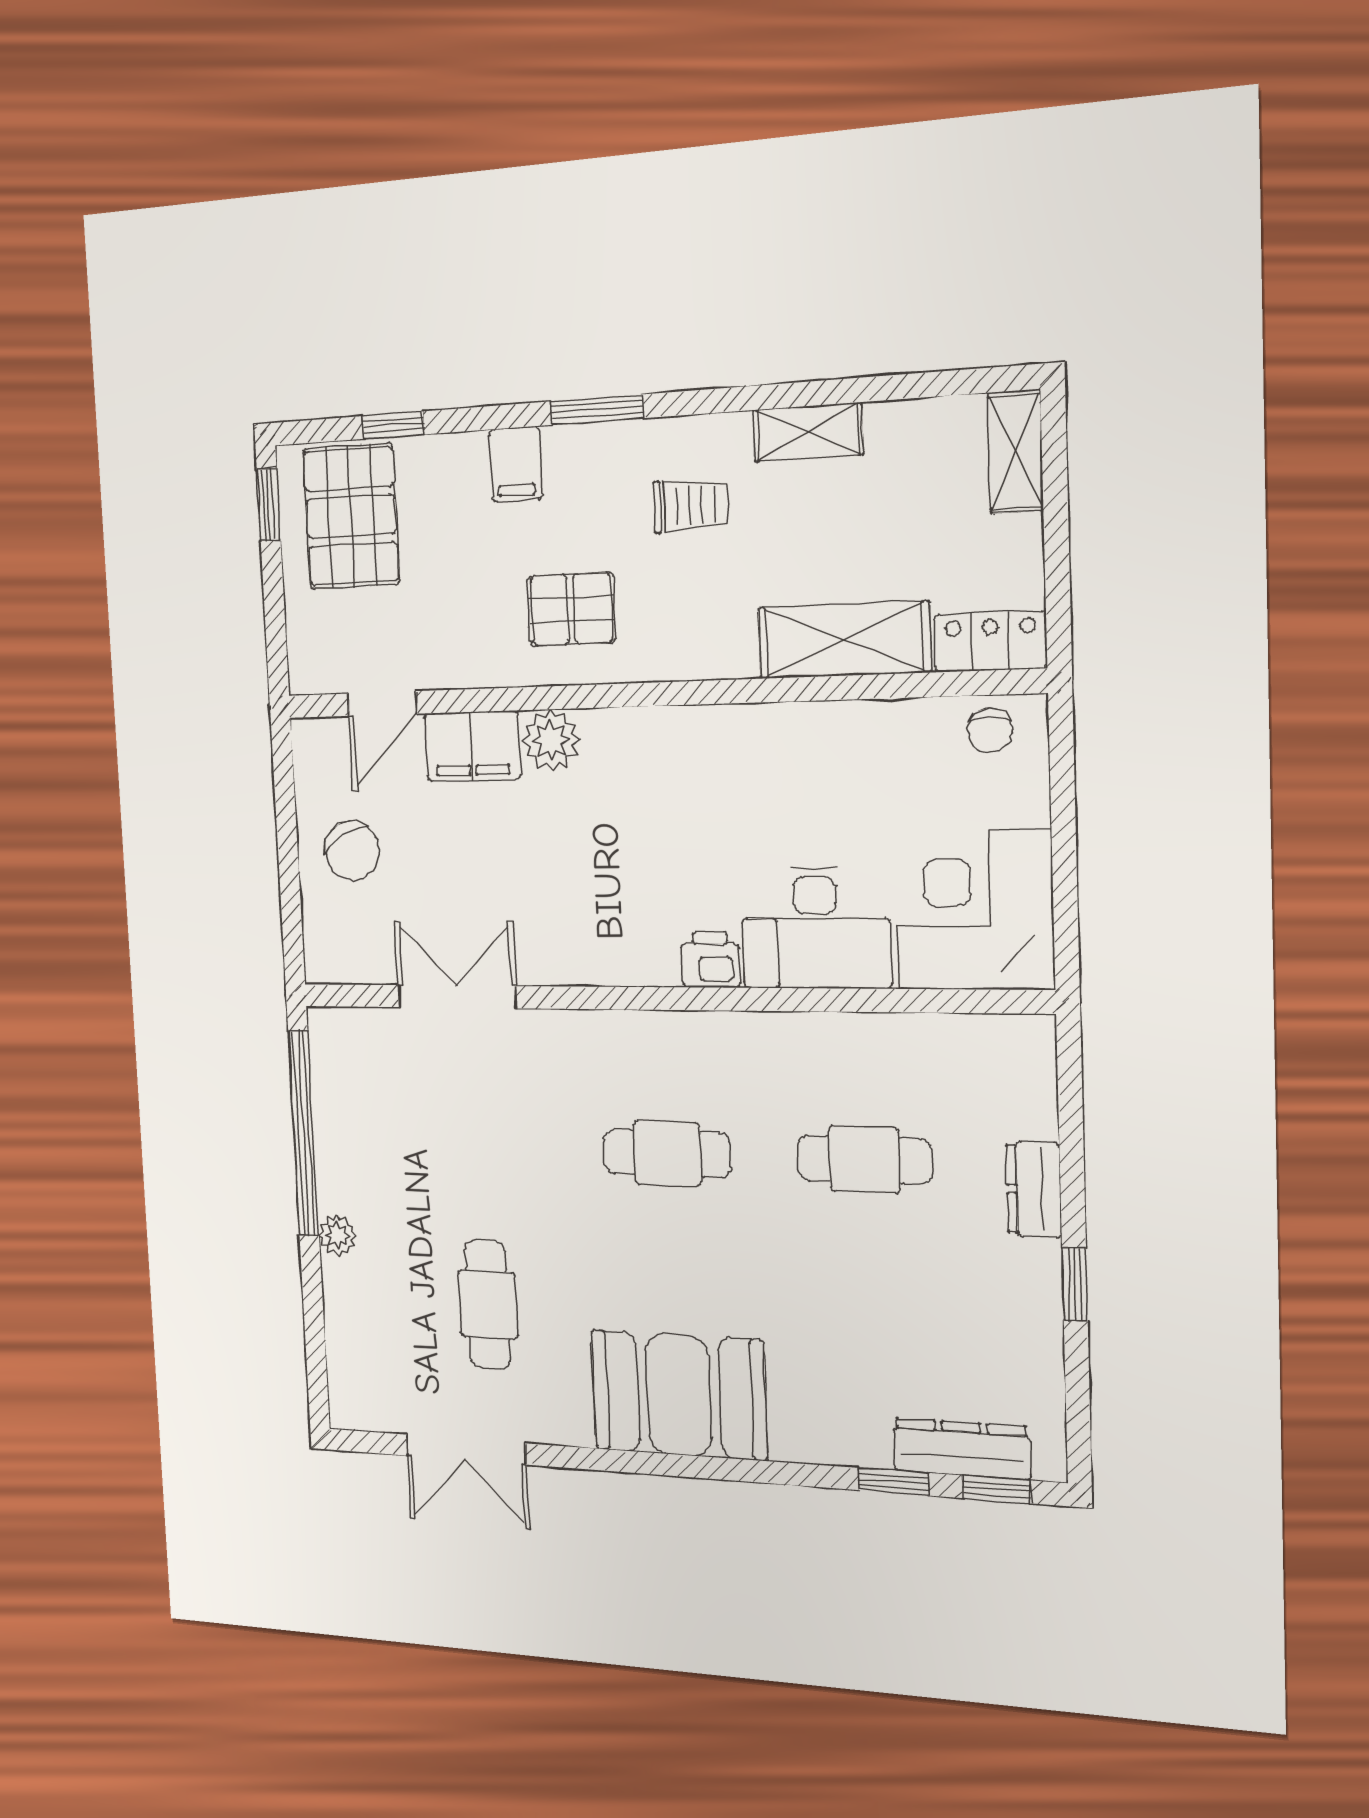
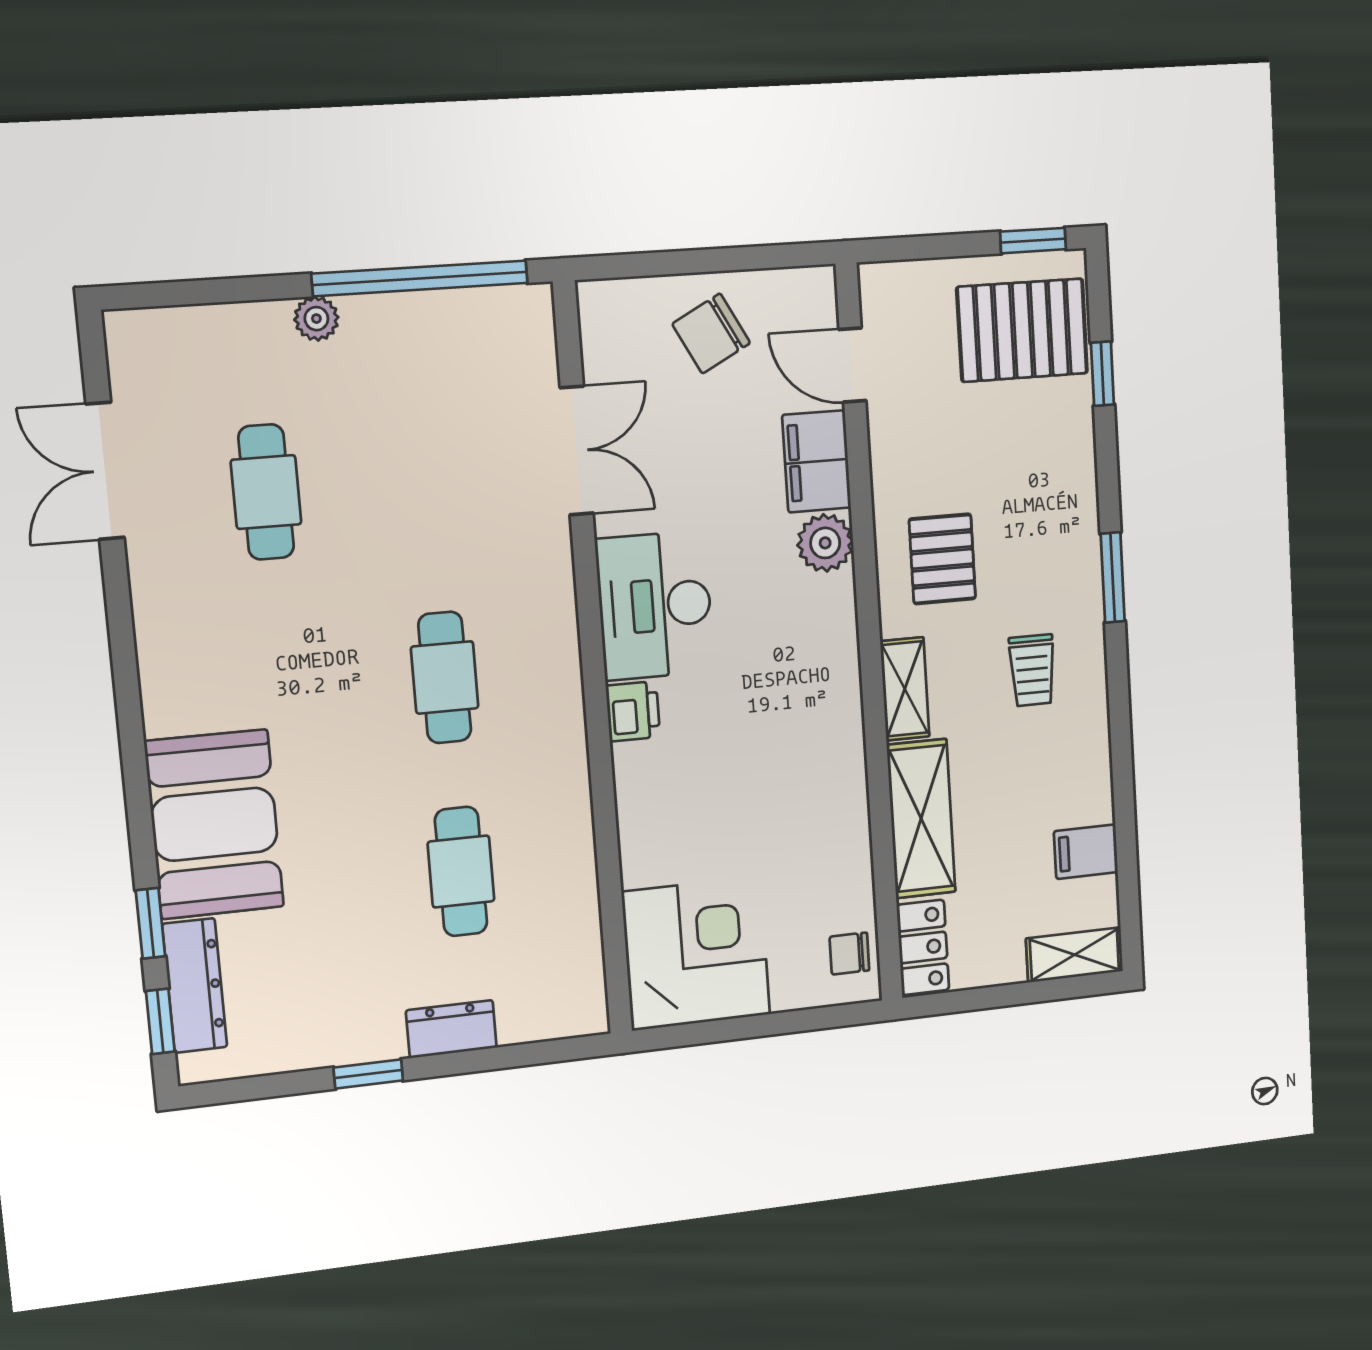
shelving: (808, 432) -> (905, 689), moved
filing cabinet: (516, 464) -> (1086, 852), moved
desk: (816, 928) -> (655, 605), moved
cafe table: (488, 1305) -> (266, 492), turned 90
booth: (679, 1395) -> (214, 824), moved

